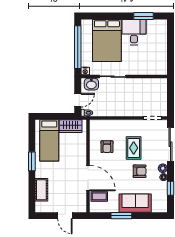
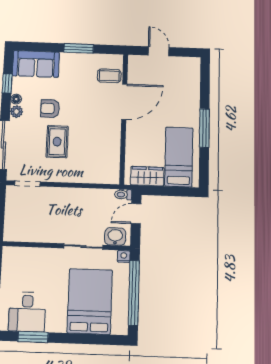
desk: (134, 32) -> (27, 312), moved
armchair: (107, 147) -> (96, 145), removed
window: (32, 161) -> (204, 128), width x1.44
door: (88, 178) -> (124, 102), swing flipped
cot: (41, 190) -> (191, 88), removed
sofa: (135, 203) -> (36, 64), moved

